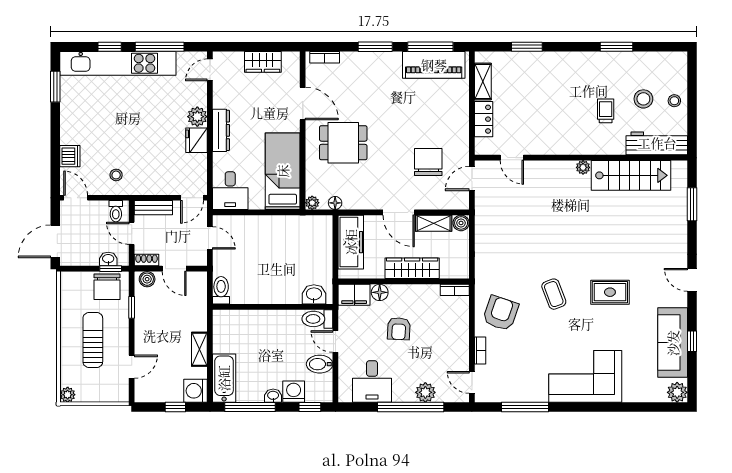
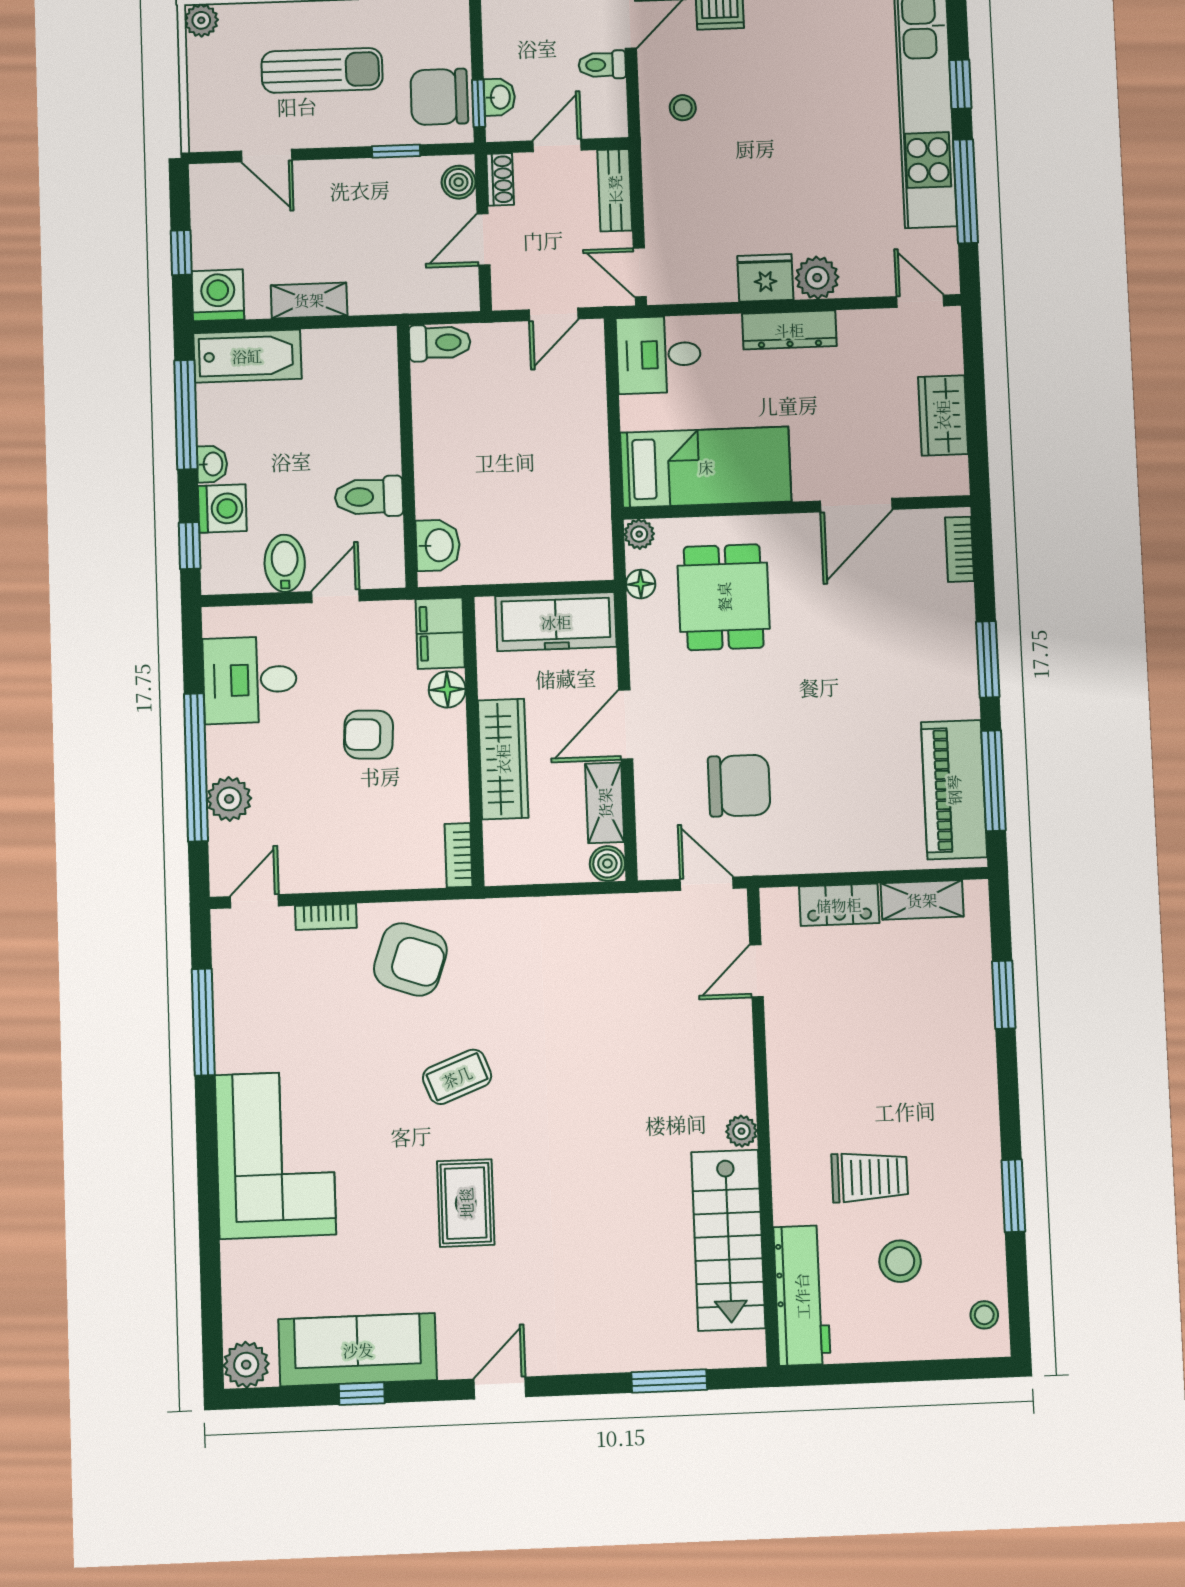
stool: (674, 101) -> (984, 1315), moved
trolley: (606, 111) -> (870, 1177), width x1.36, depth x1.39
dining table: (343, 143) -> (724, 597), moved
toilet: (116, 211) -> (602, 65), moved
toilet: (317, 319) -> (369, 497), moved, turned -90

